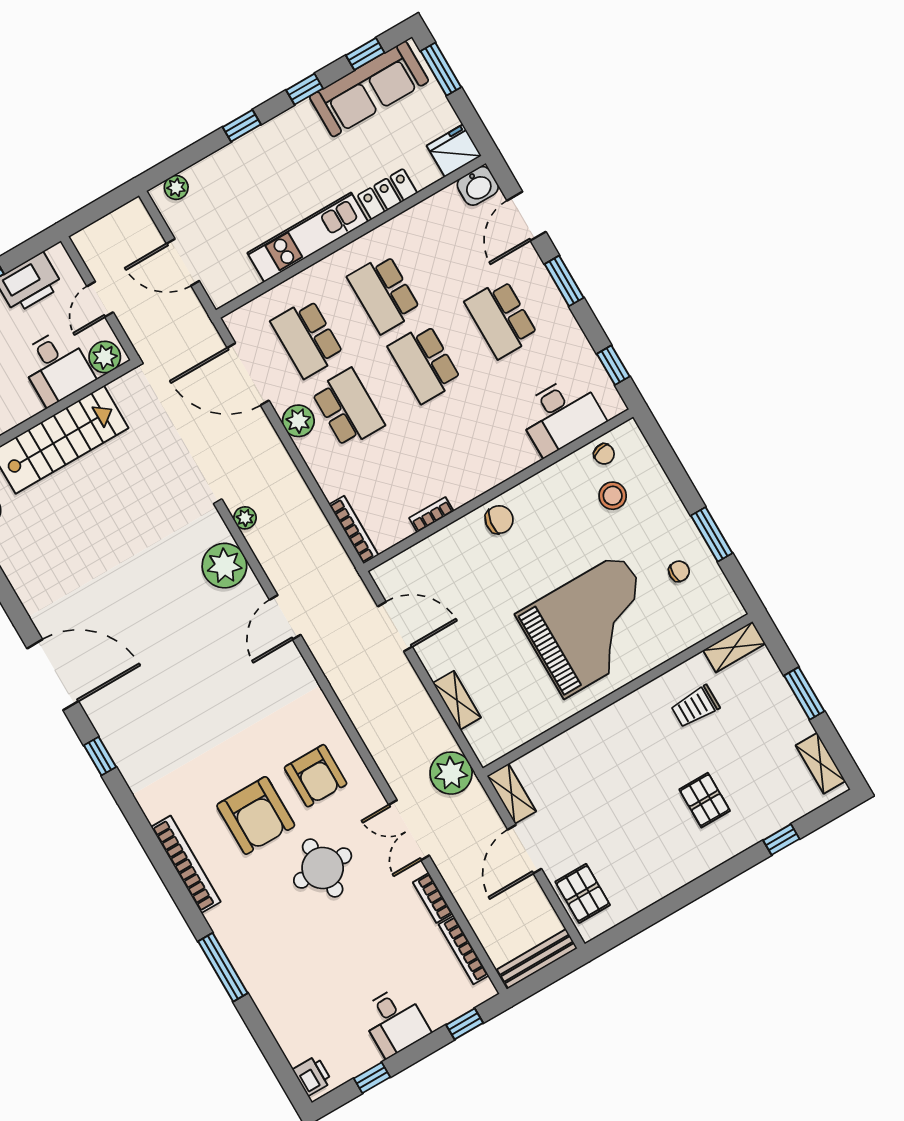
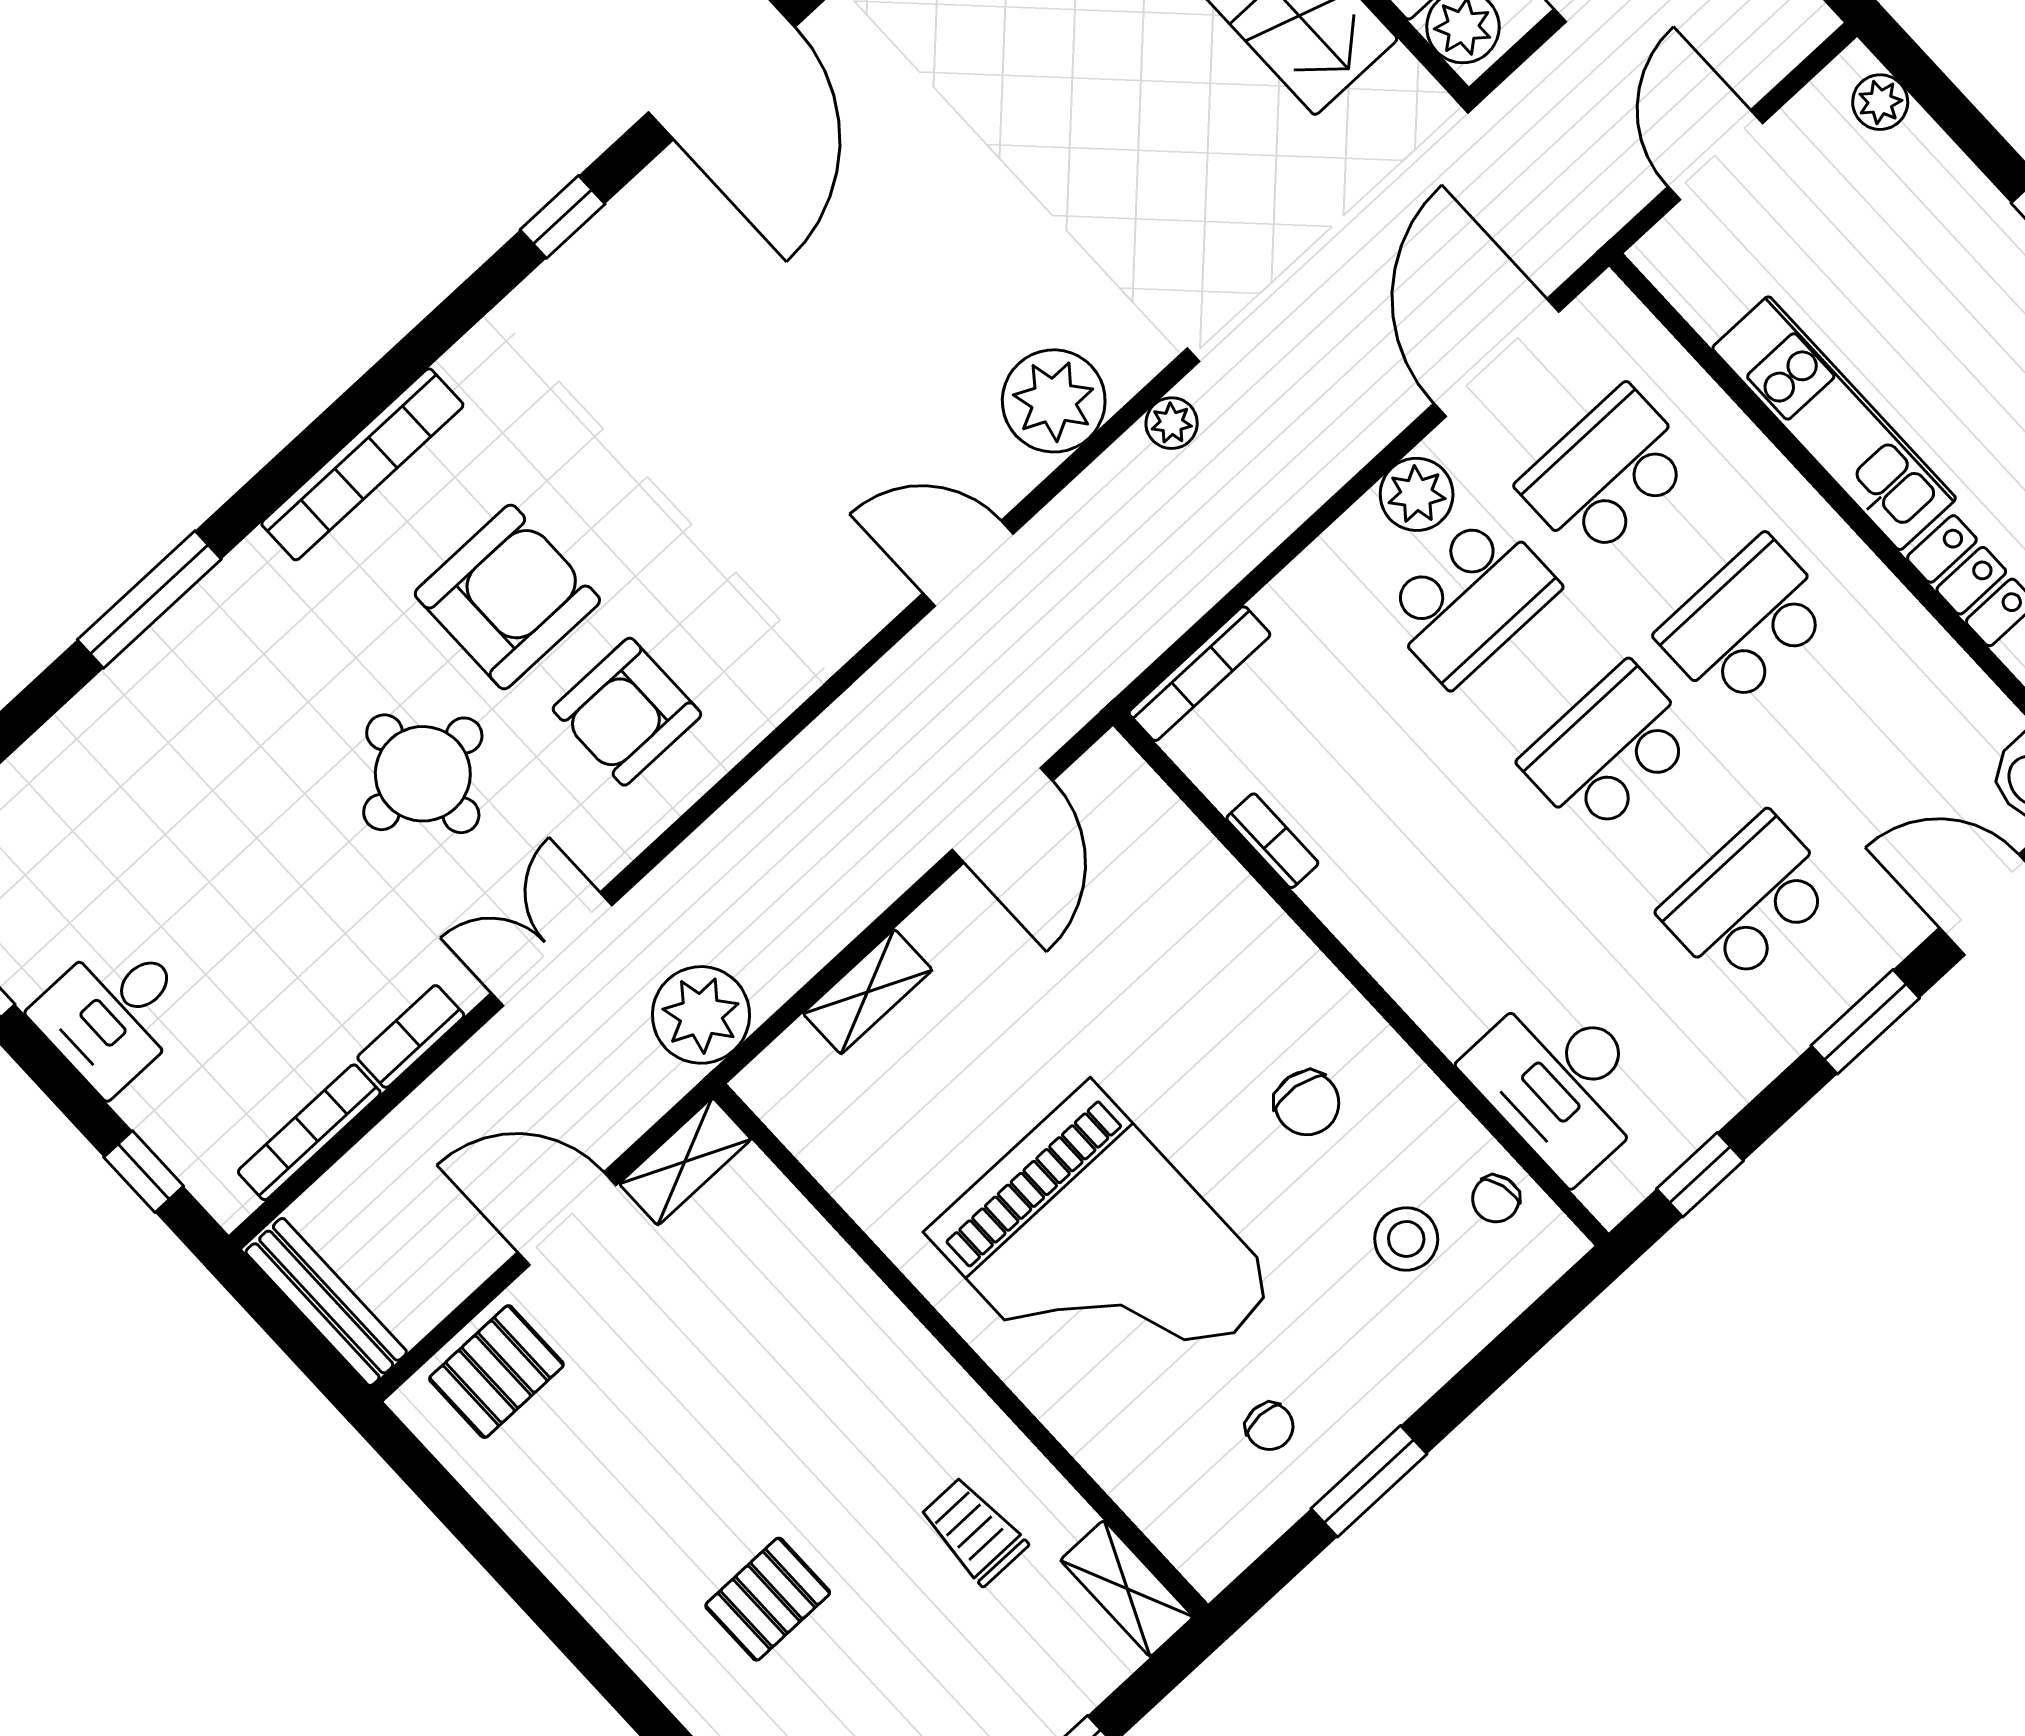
chair: (499, 520) -> (1307, 1103), moved
armchair: (256, 815) -> (507, 597), turned 180

